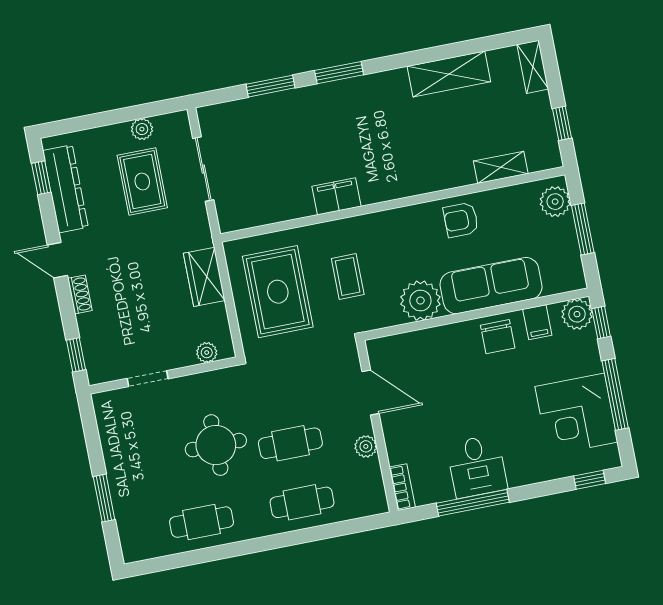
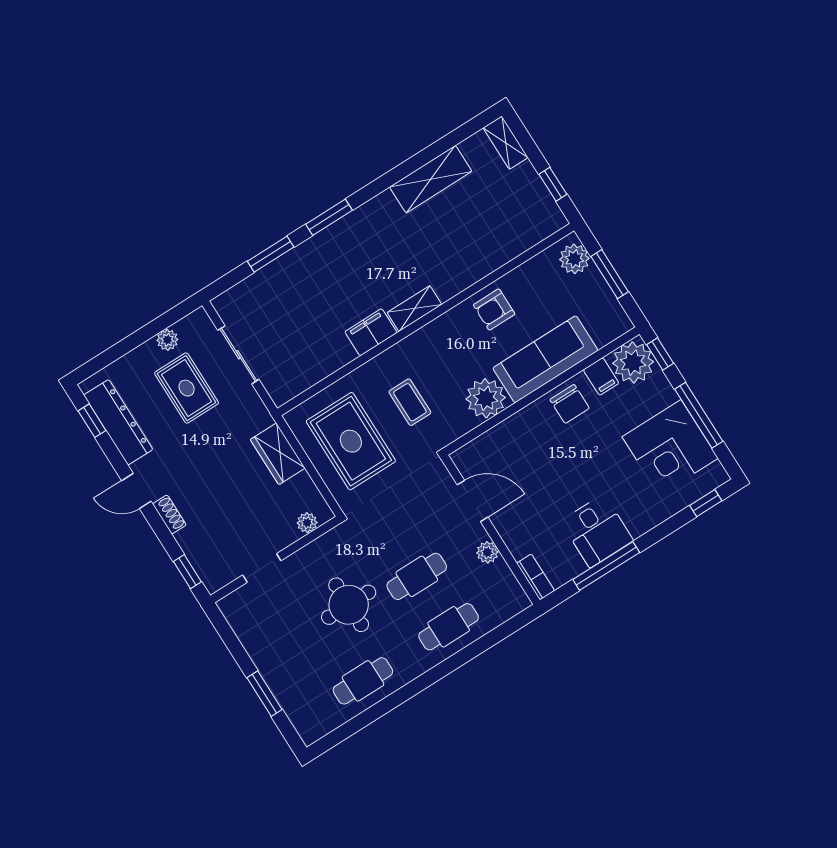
shelving: (501, 167) -> (414, 309), moved
plant: (577, 314) -> (633, 363), width x1.36, depth x1.36

